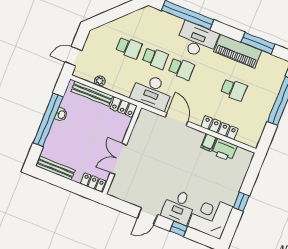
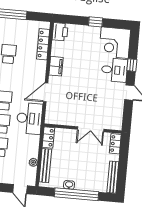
locker: (219, 128) -> (43, 44), moved
filing cabinet: (209, 142) -> (56, 66), width x2.00
printer: (224, 150) -> (60, 32), moved

